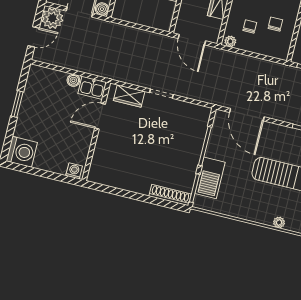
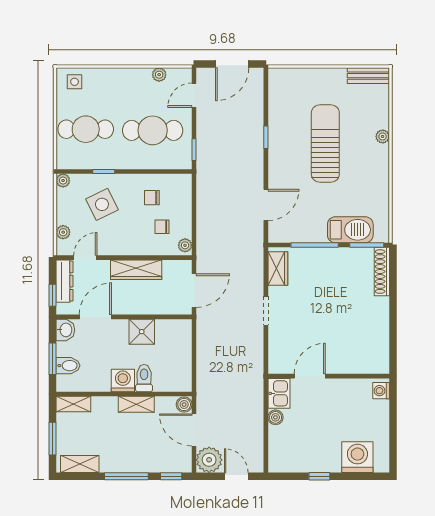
wardrobe: (129, 96) -> (278, 269), moved
window: (17, 104) -> (319, 476), width x0.67
door: (247, 115) -> (266, 205), width x0.73
door: (100, 116) -> (310, 376), swing flipped
washing machine: (22, 152) -> (357, 457), moved

